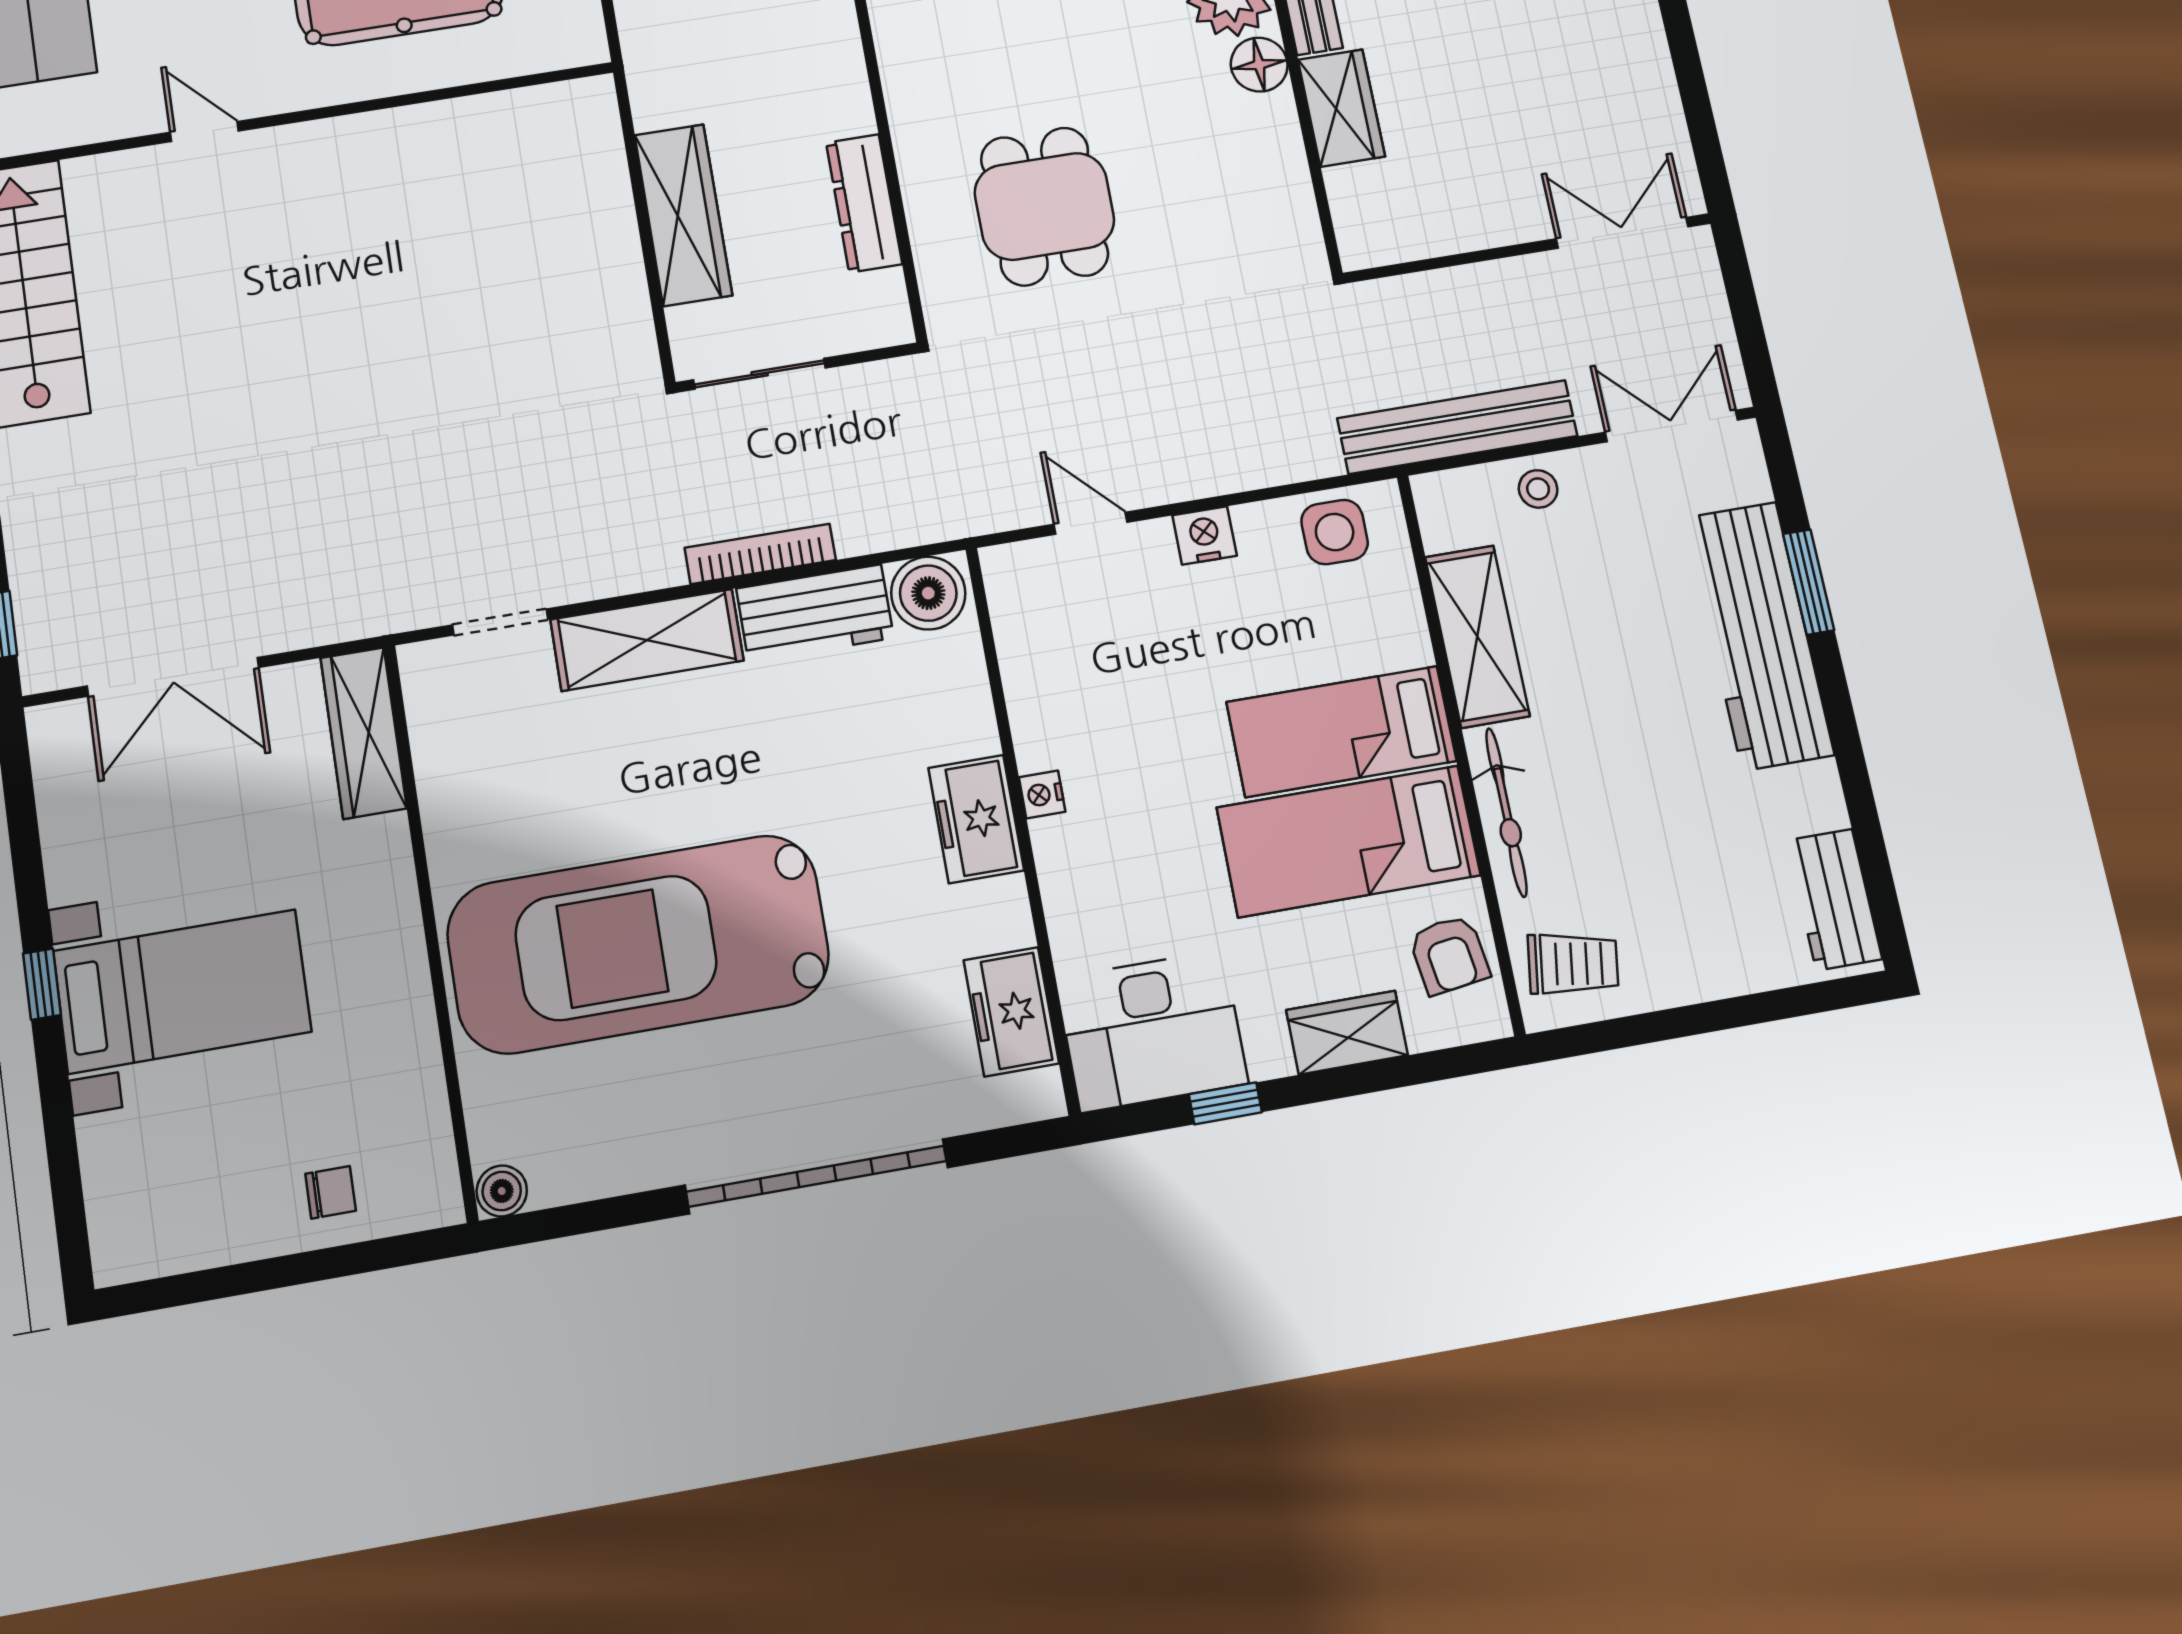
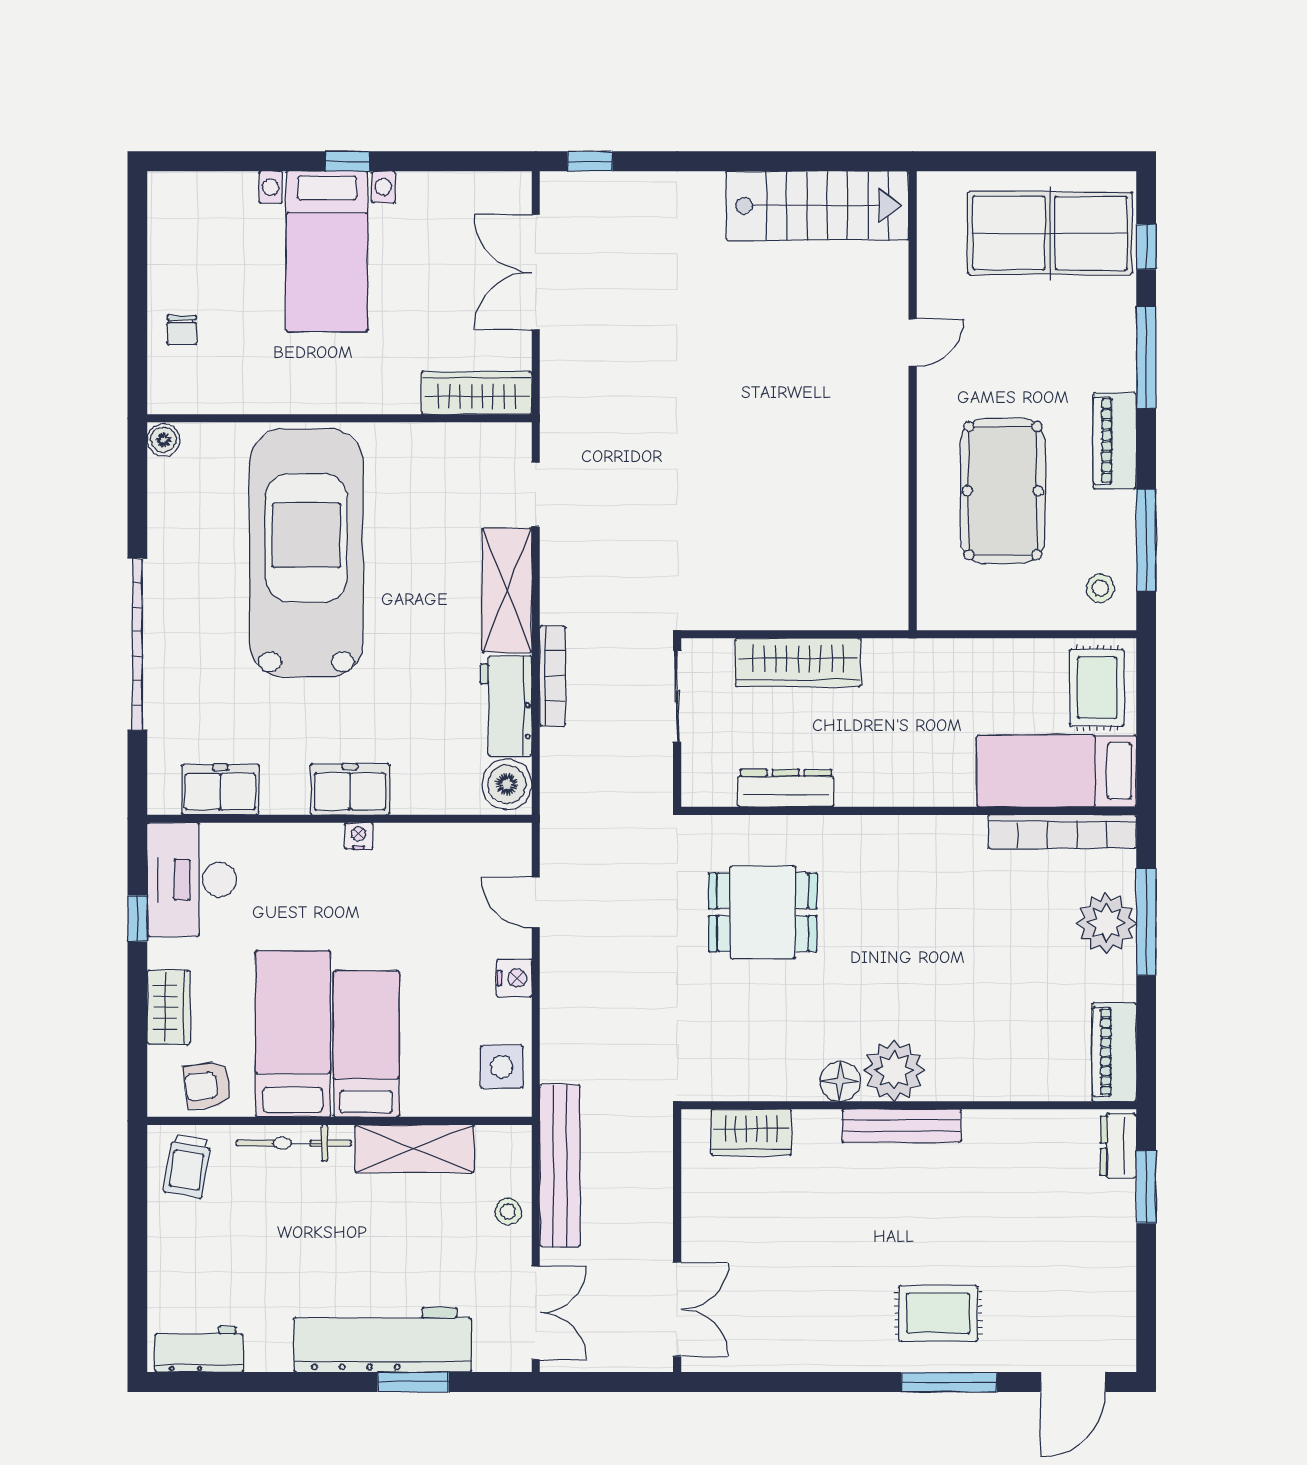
wardrobe: (1341, 108) -> (751, 1132), moved
door: (1091, 523) -> (536, 903), swing flipped

